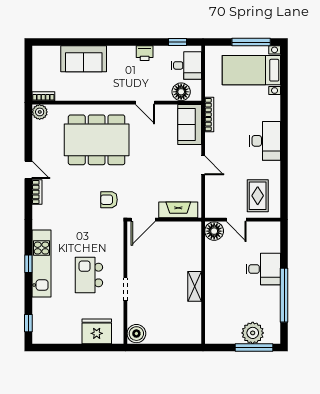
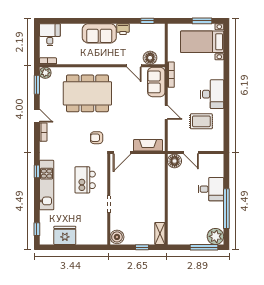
window: (251, 42) -> (202, 21), width x0.69
sofa: (84, 59) -> (99, 33), moved
desk: (186, 65) -> (50, 35), moved, turned -90
door: (145, 103) -> (134, 66), moved
window: (28, 128) -> (37, 85), added
rug: (258, 196) -> (201, 121), moved, turned 90
window: (28, 264) -> (37, 171), moved
kitchen island: (89, 275) -> (85, 180), moved
shelving: (195, 286) -> (160, 233), moved
fridge: (97, 331) -> (65, 235), moved
plant: (253, 333) -> (215, 236), moved
window: (170, 347) -> (142, 247), added

